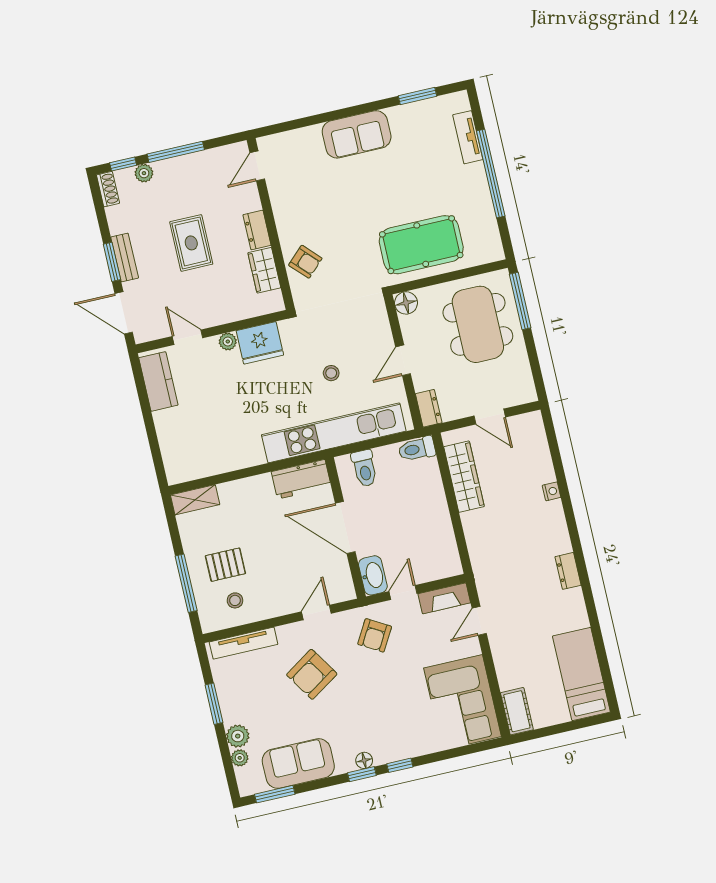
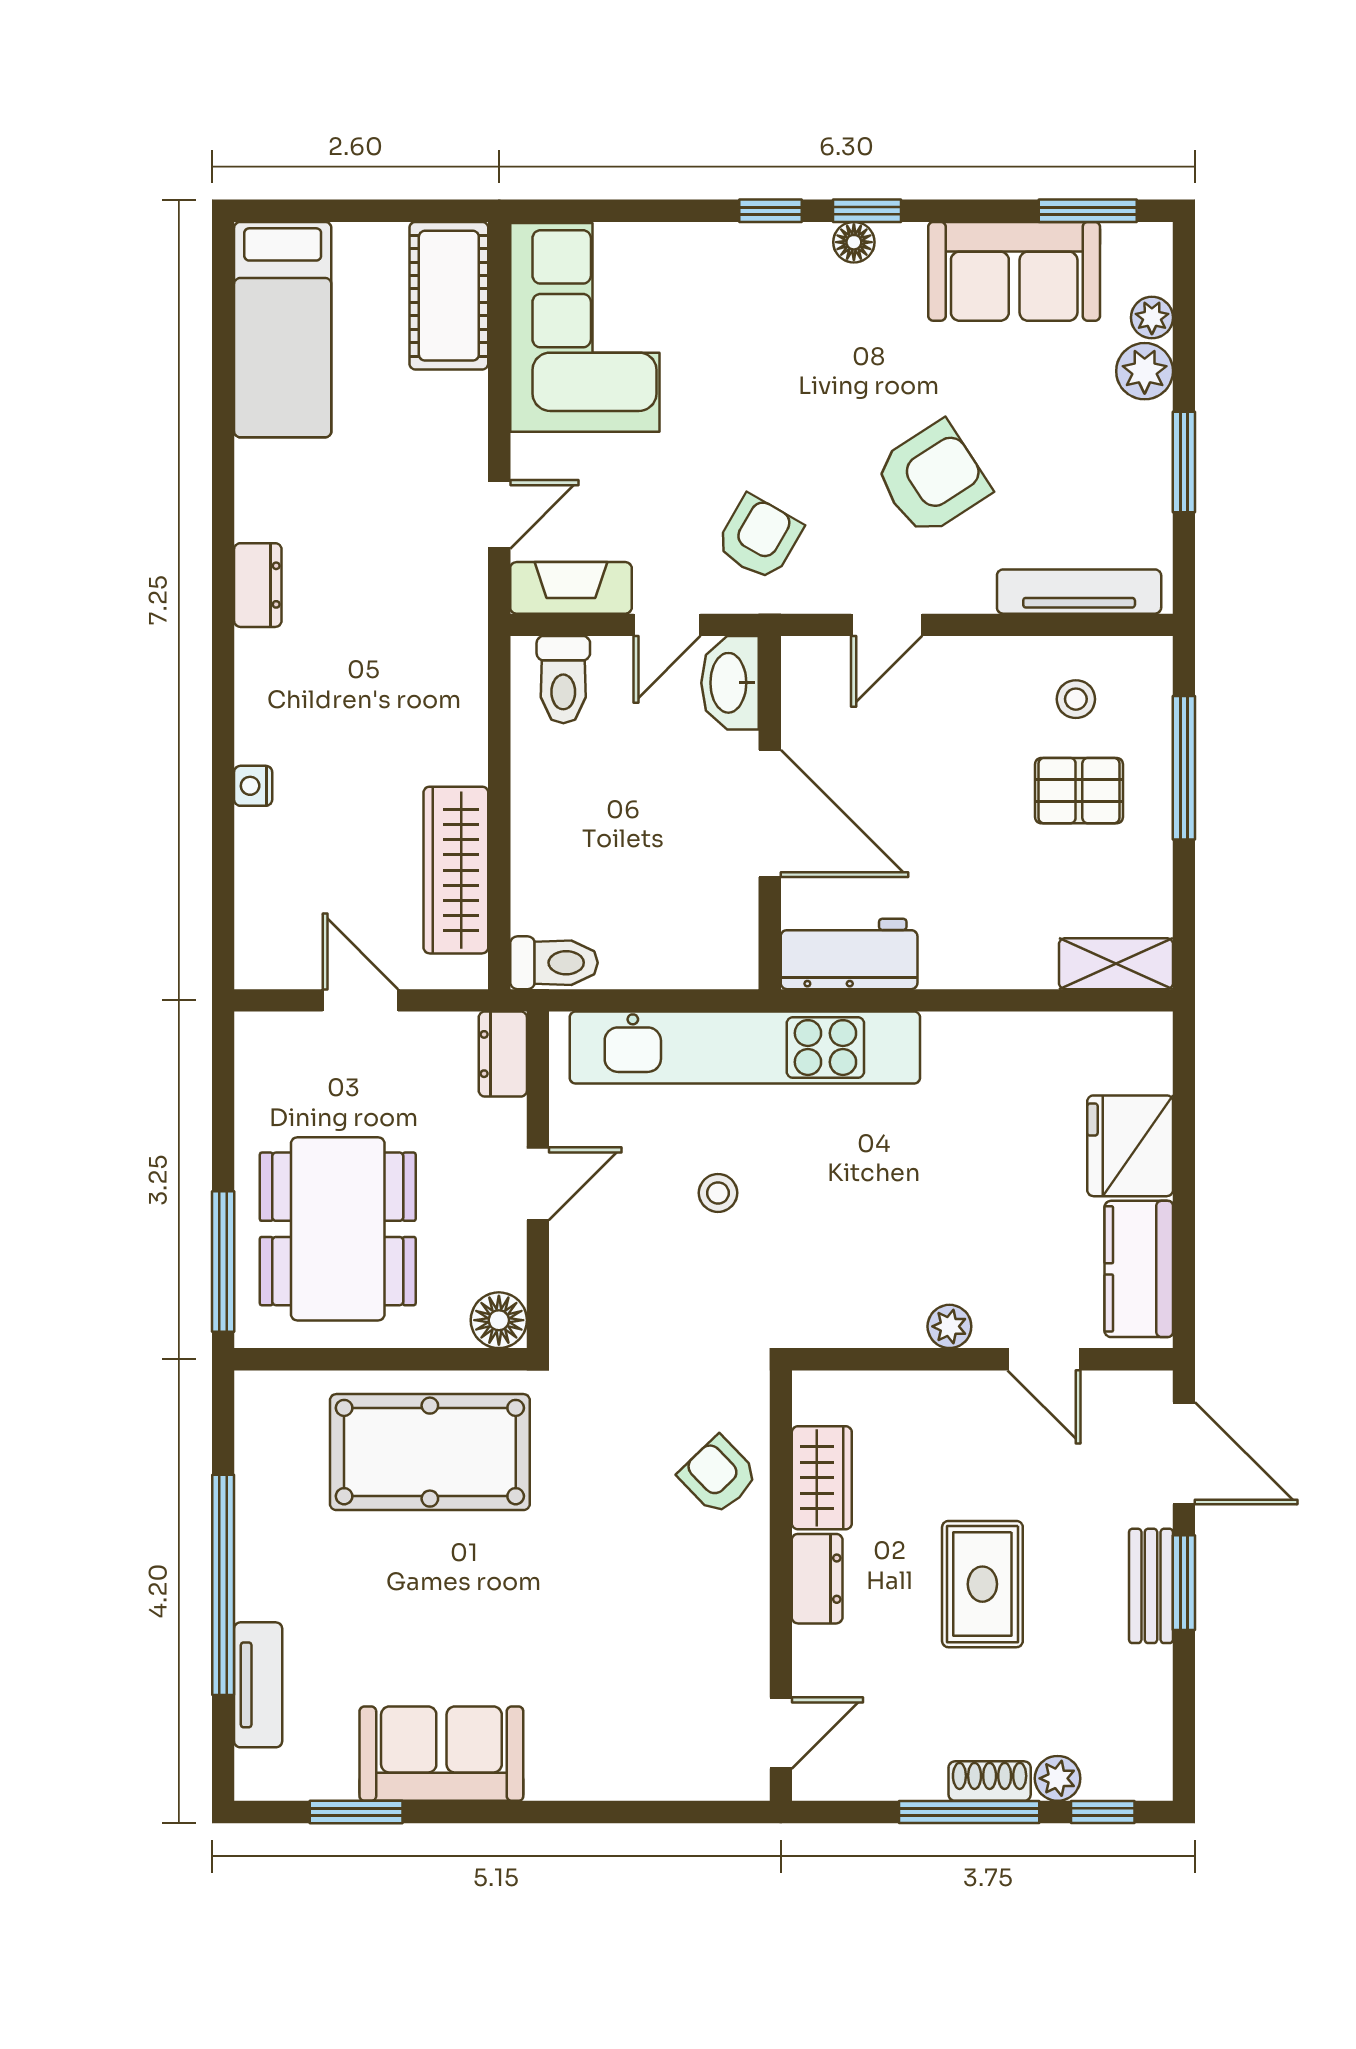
sofa: (357, 134) -> (441, 1754), moved
shoe rack: (108, 189) -> (990, 1781), moved, turned 90
fridge: (260, 343) -> (1130, 1146), moved, turned -90
toilet: (364, 468) -> (563, 680), moved, turned 180
cot: (517, 711) -> (449, 296), width x1.37, depth x1.34

